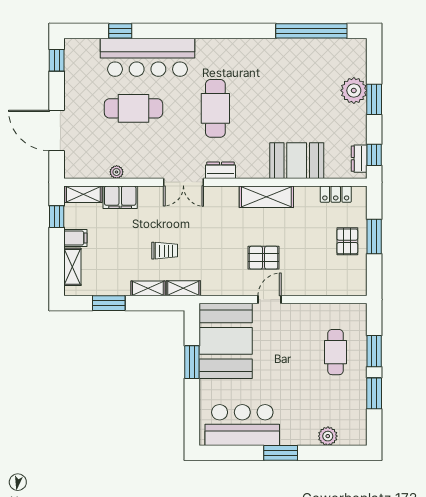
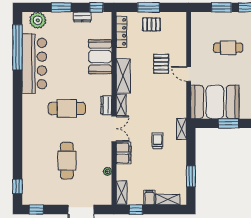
window: (120, 31) -> (17, 186), moved
bar counter: (147, 57) -> (34, 64), moved
plant: (354, 90) -> (38, 20), moved
dresser: (359, 159) -> (82, 17), moved
locker: (336, 194) -> (121, 32), width x1.53
filing cabinet: (120, 197) -> (123, 153), moved
pallet: (264, 258) -> (161, 64), moved
shelving: (148, 288) -> (121, 105), moved
cafe table: (336, 352) -> (228, 48), moved

